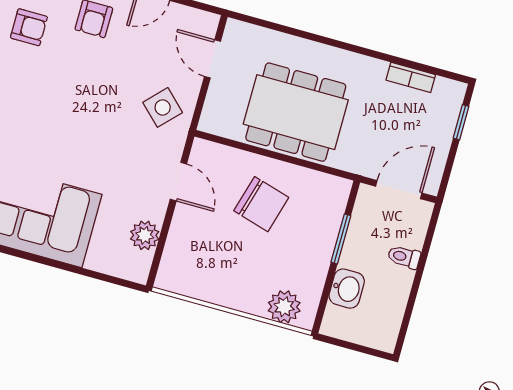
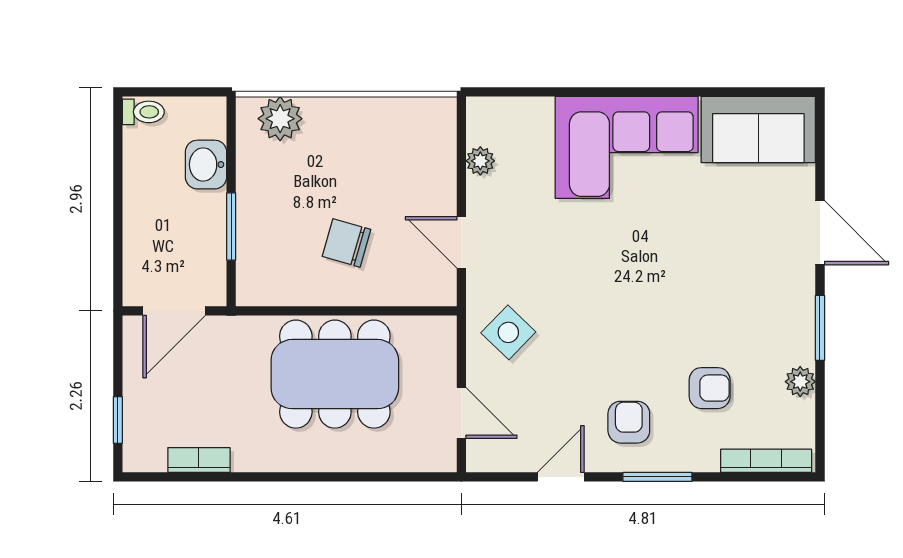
armchair: (29, 27) -> (710, 388), turned 180
chair: (261, 204) -> (347, 243), width x0.73, depth x0.73
plant: (145, 235) -> (480, 161), width x0.73, depth x0.73
toilet: (404, 257) -> (143, 112), moved

